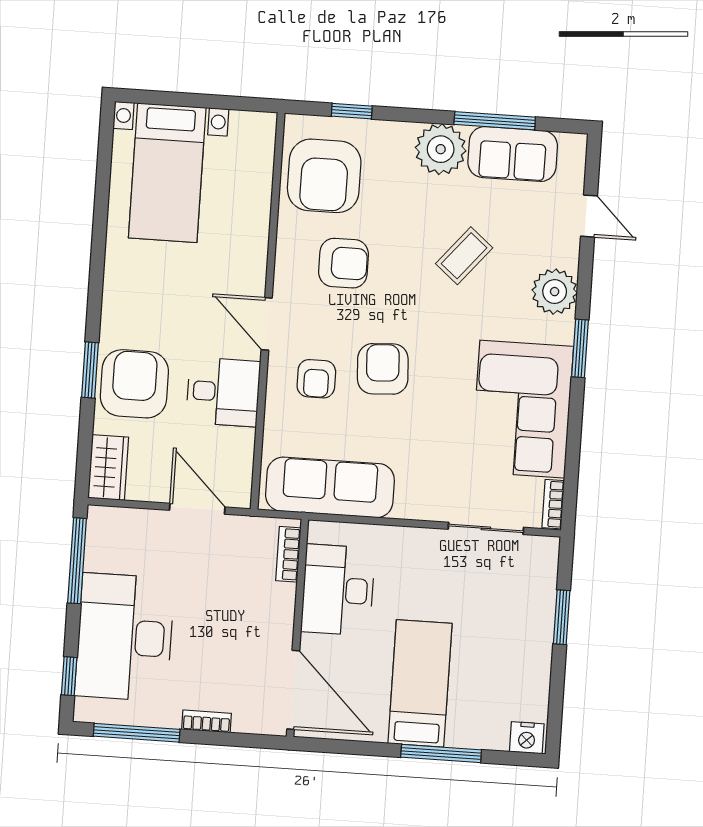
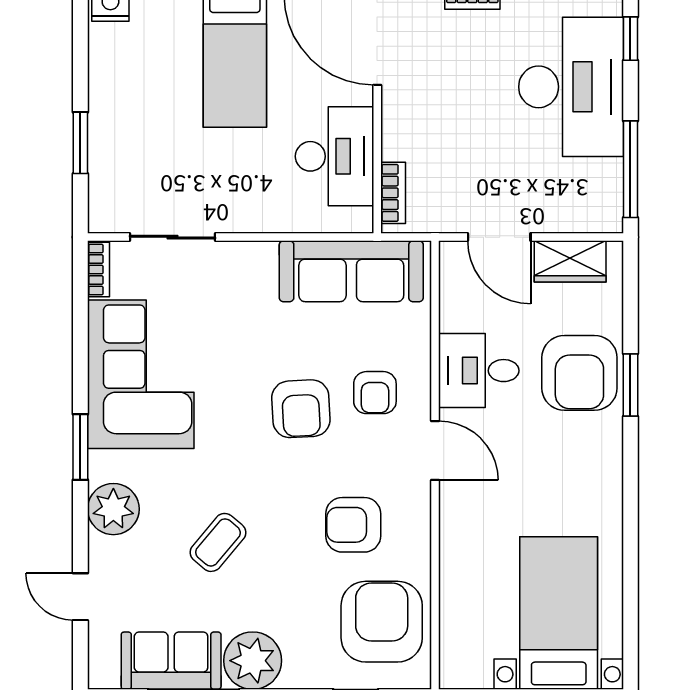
armchair: (316, 379) -> (375, 393), turned 180
wardrobe: (108, 468) -> (570, 261), moved, turned -90

